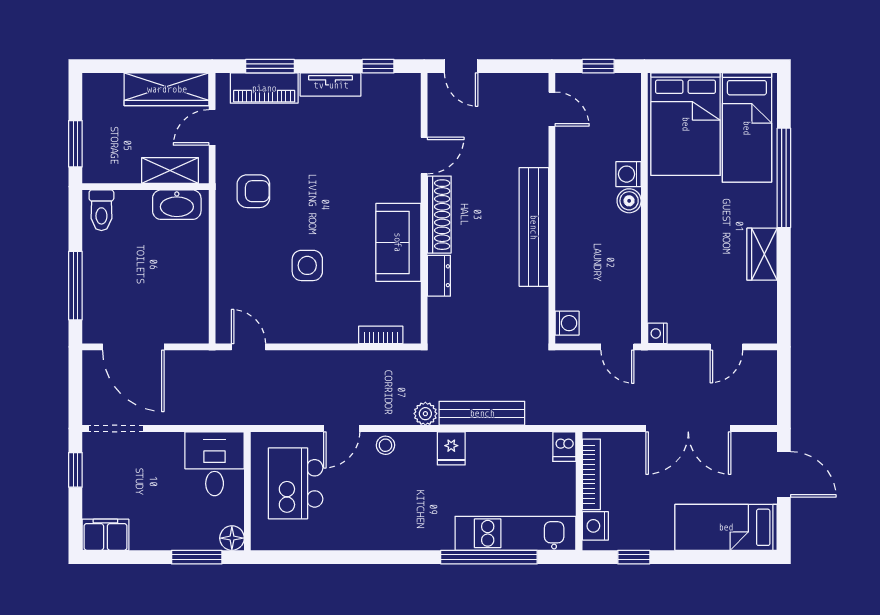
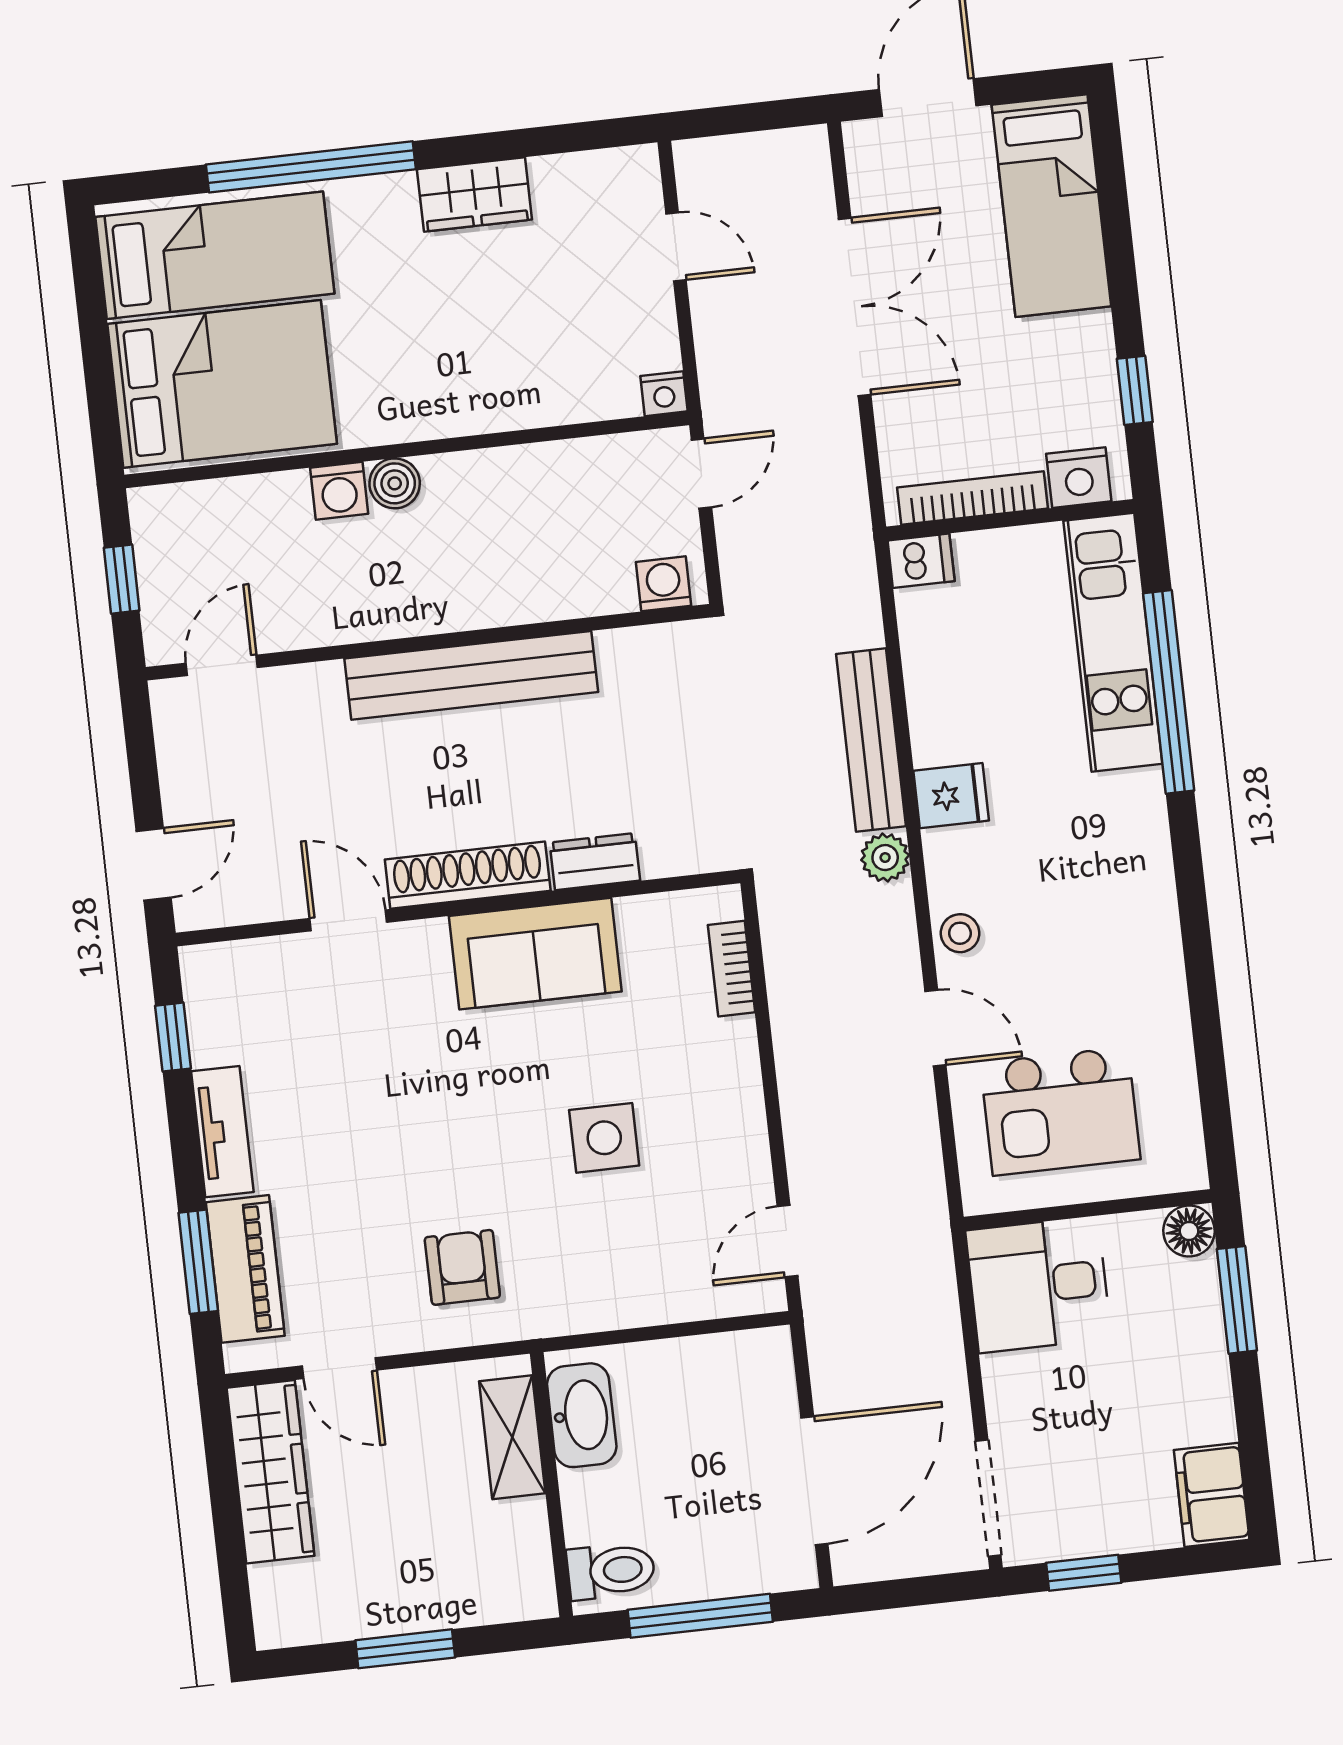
shelving: (170, 171) -> (512, 1437), moved
wall: (145, 187) -> (551, 1485), moved
washbasin: (177, 205) -> (582, 1415), moved
toilet: (101, 210) -> (611, 1571), moved

